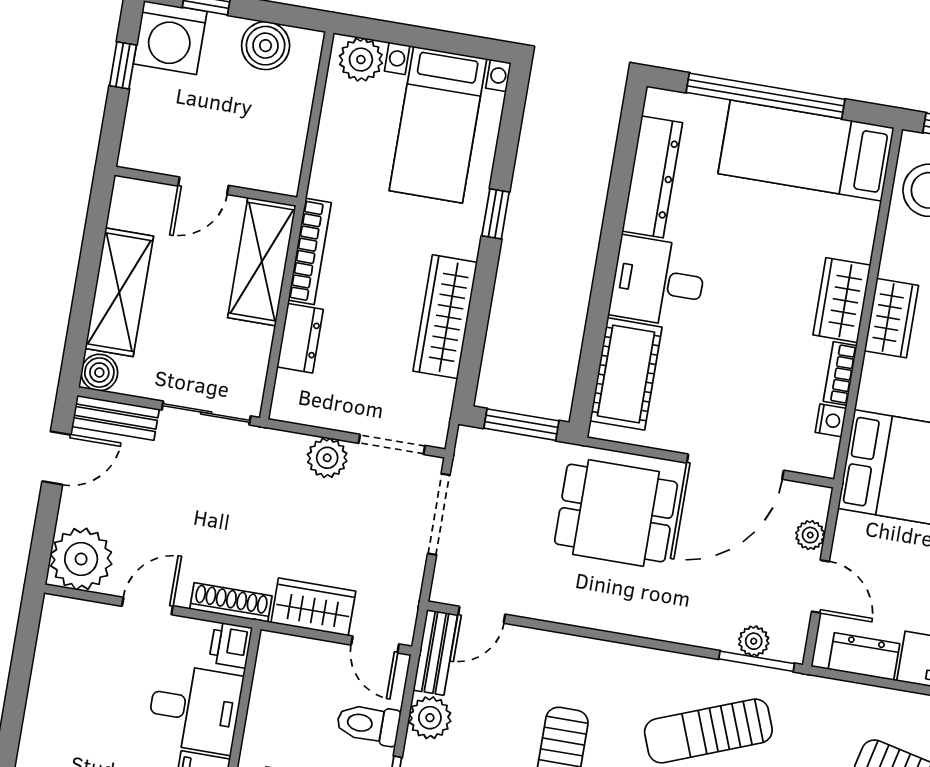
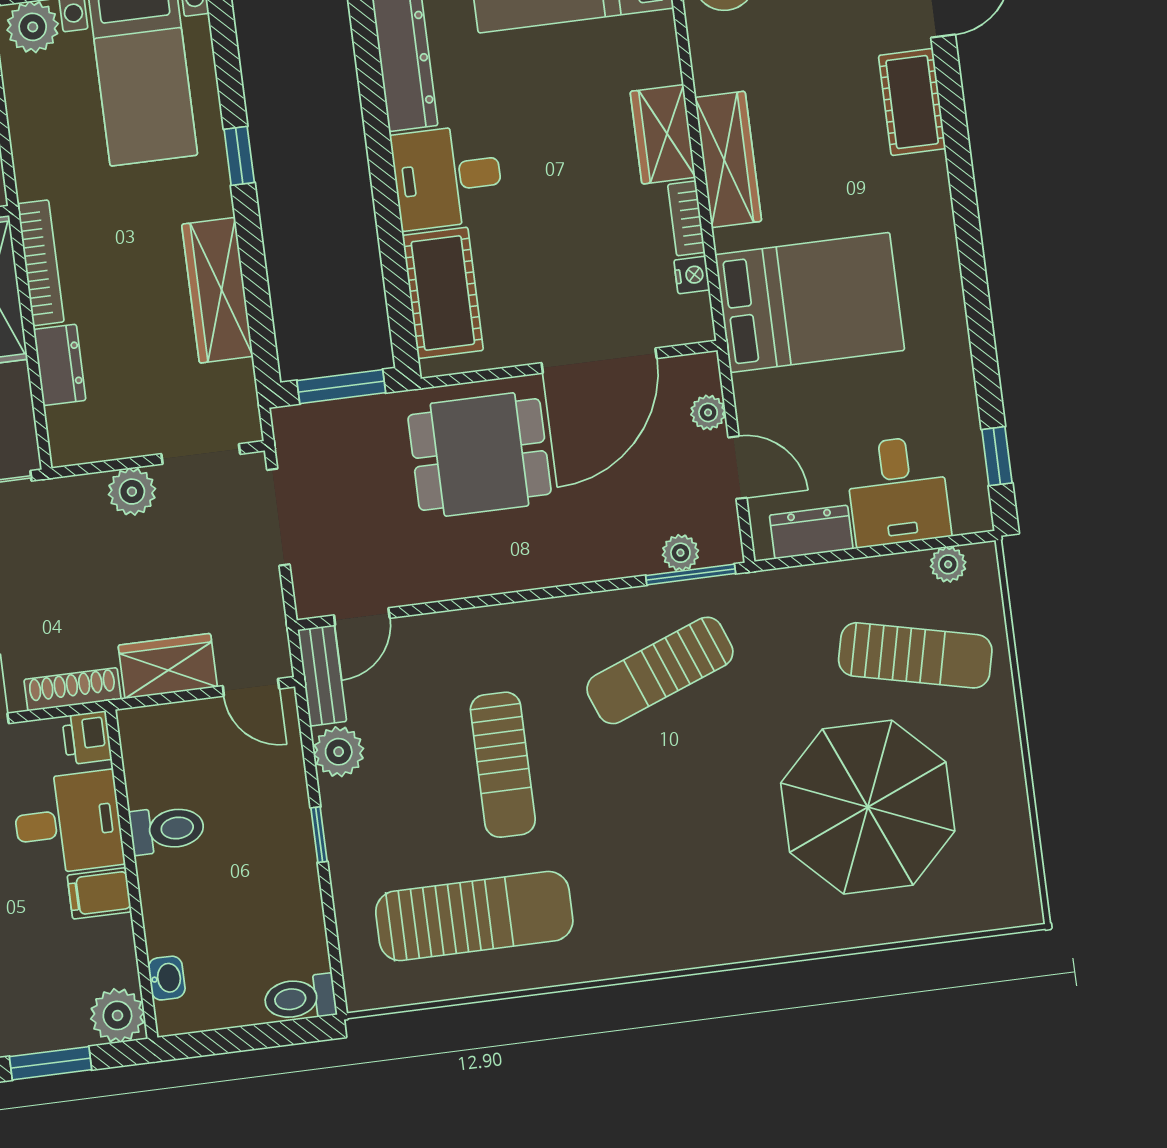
wardrobe: (891, 318) -> (728, 159), width x1.50
toilet: (368, 724) -> (167, 829), moved, turned 180

